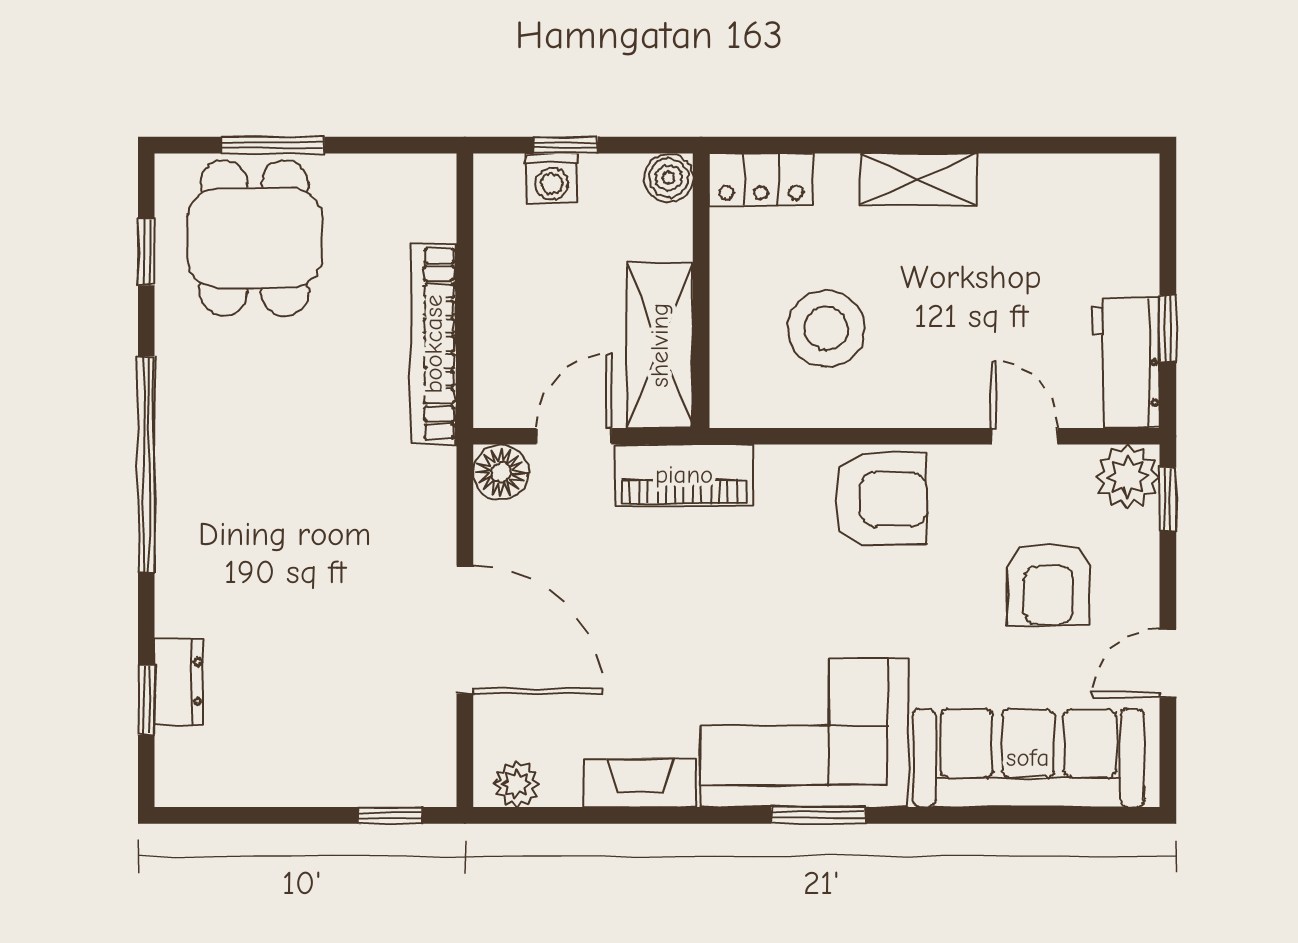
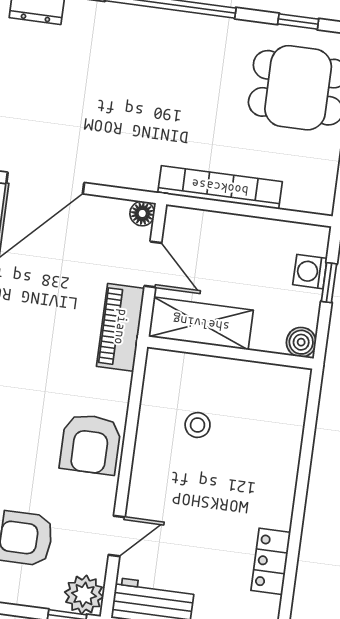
shelving: (918, 179) -> (280, 493), removed
locker: (761, 180) -> (271, 561), moved
stool: (826, 329) -> (198, 425), width x0.53, depth x0.53
floor lamp: (501, 472) -> (142, 213), width x0.73, depth x0.73

